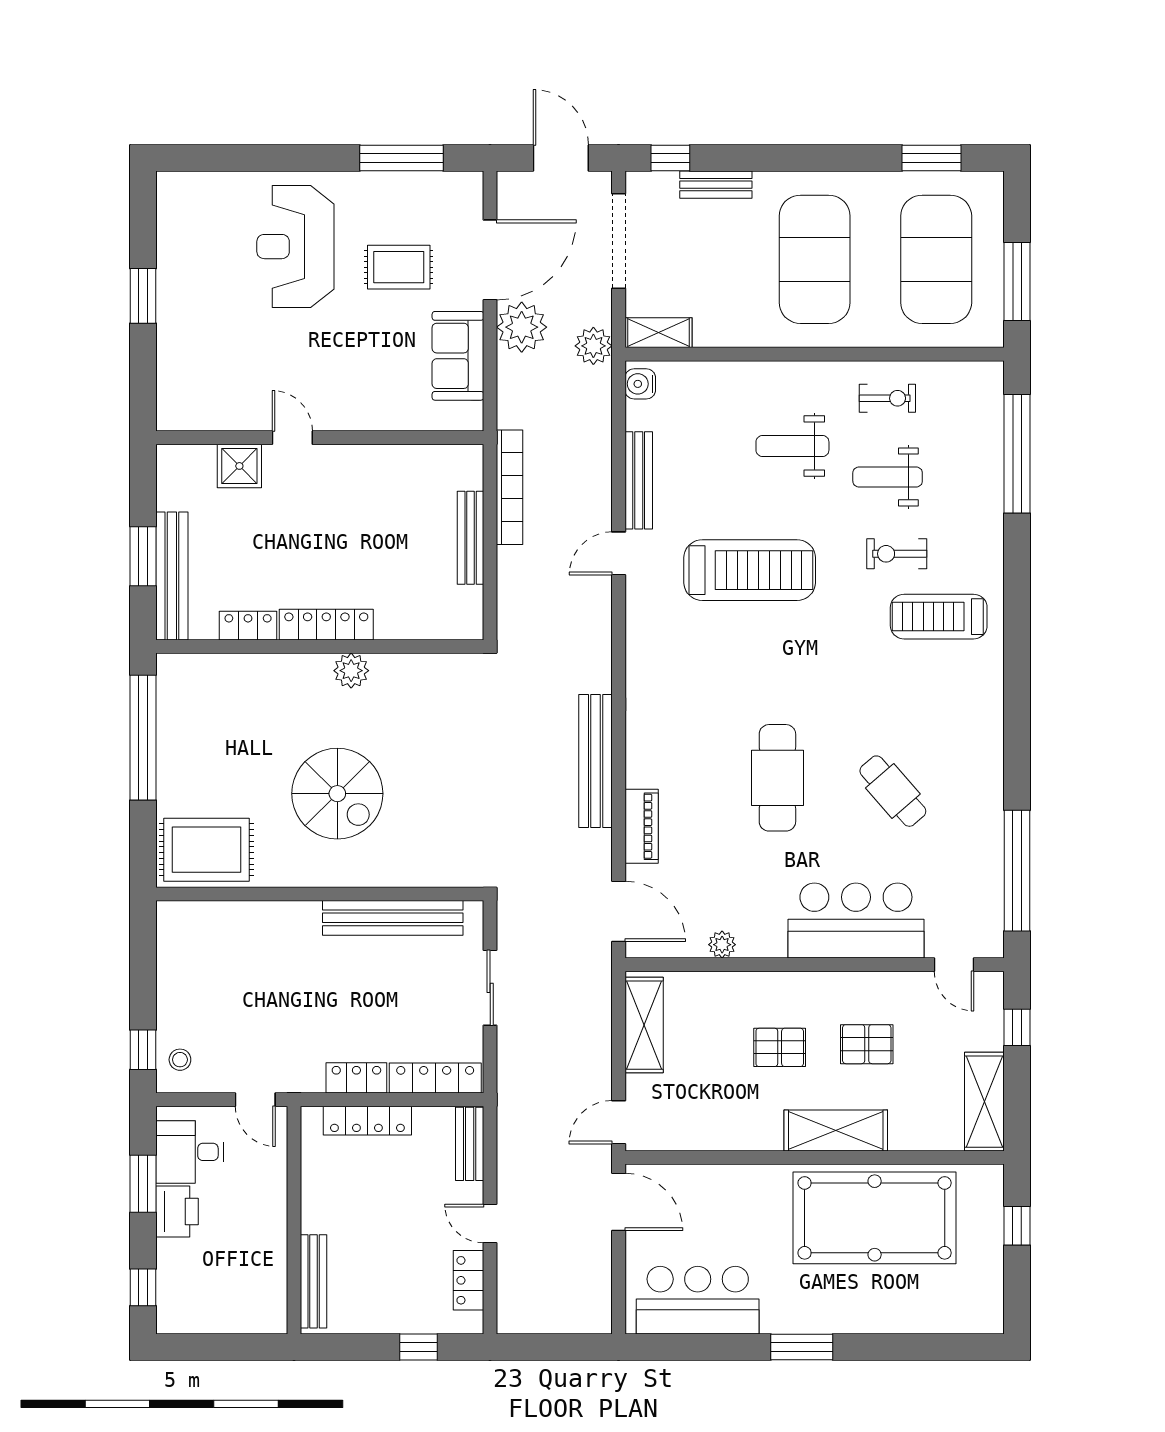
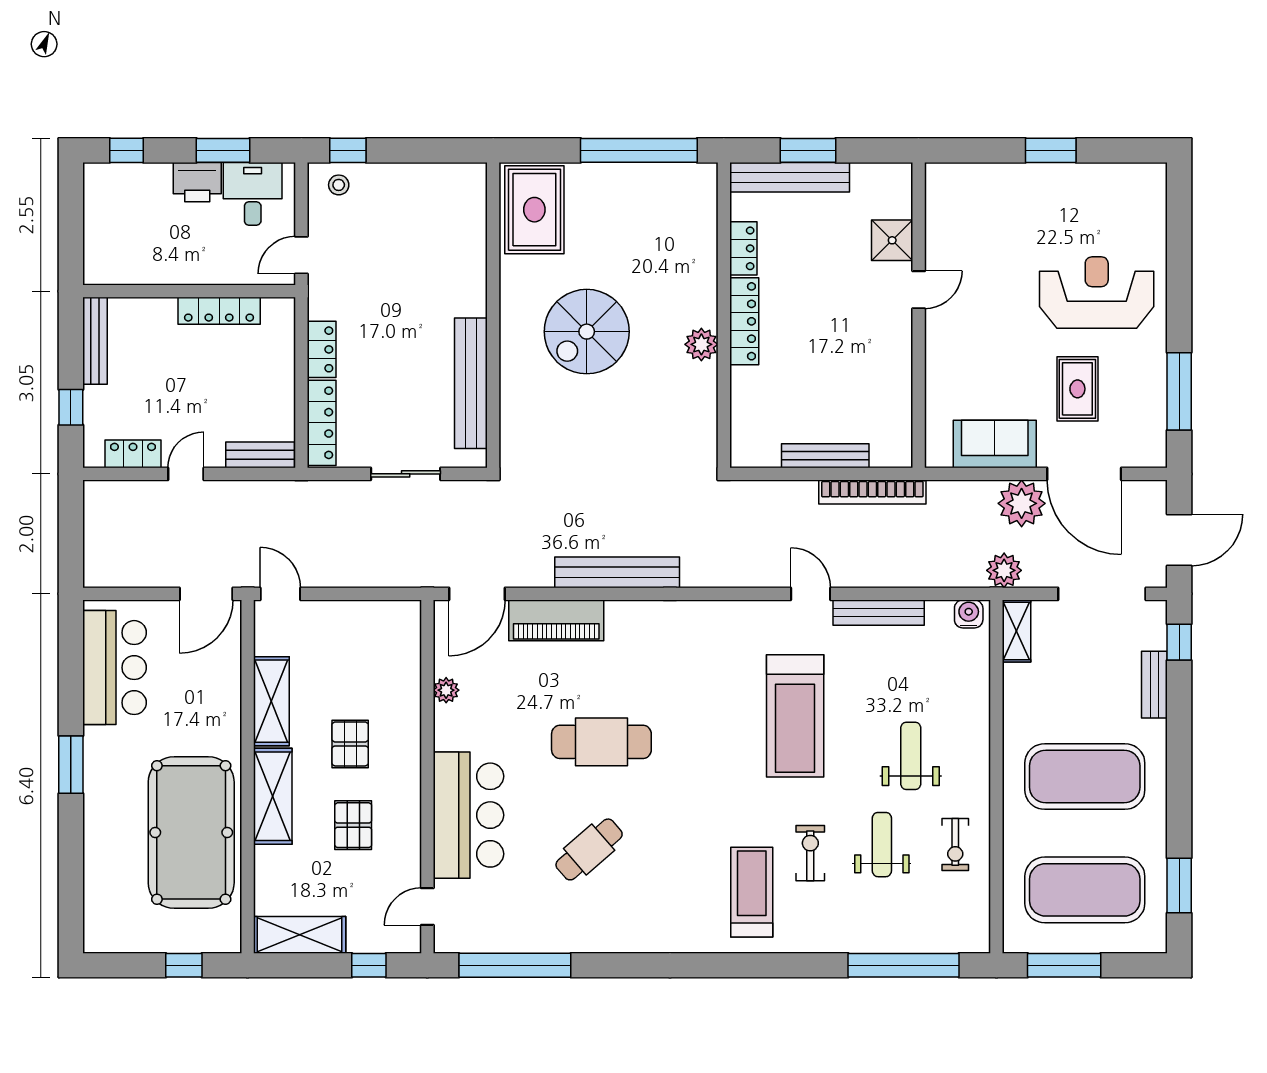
piano: (642, 826) -> (556, 620), width x1.37, depth x1.33
shelving: (644, 1025) -> (271, 701), moved, turned 90
locker: (367, 1121) -> (219, 311), moved, turned -90
bench: (314, 1281) -> (95, 341), moved, turned 90

